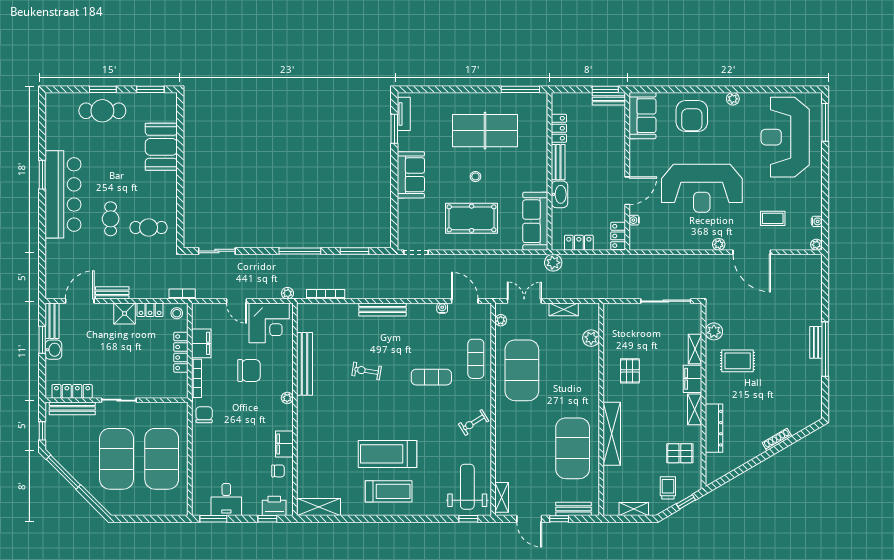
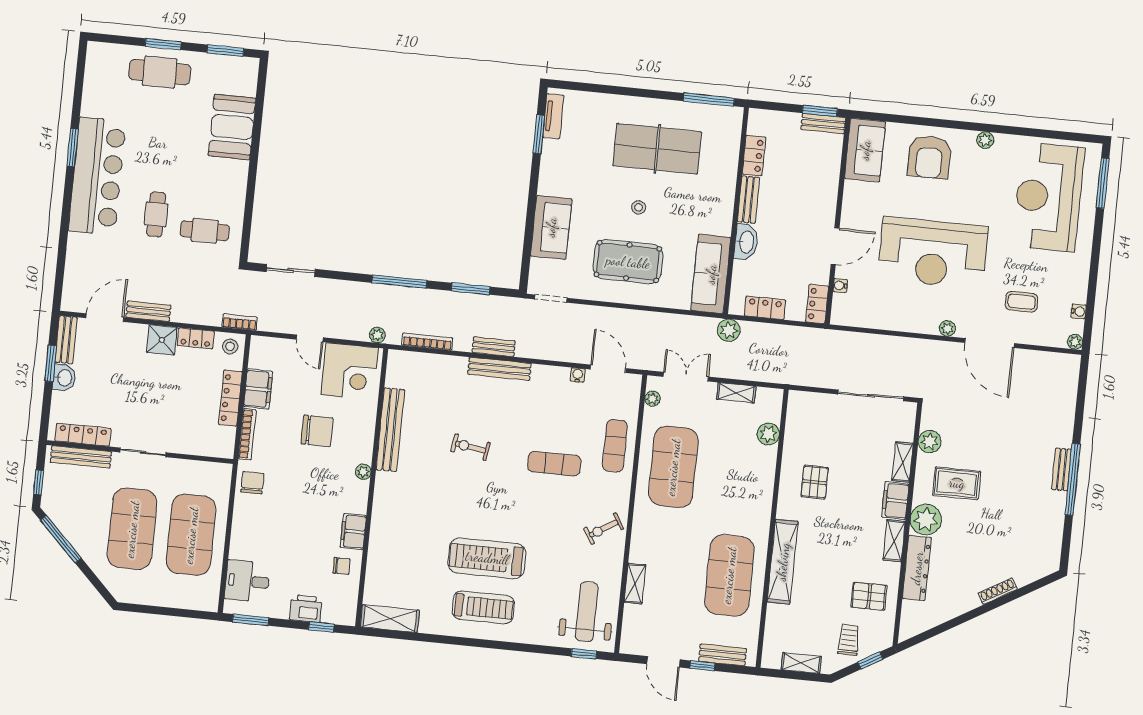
sofa: (411, 175) -> (551, 227), moved
bench: (376, 293) -> (494, 347), added
plant: (717, 391) -> (926, 520), added
shelving: (502, 497) -> (635, 584), moved
desk: (226, 499) -> (247, 581), moved, turned 90
printer: (274, 506) -> (306, 609), moved

